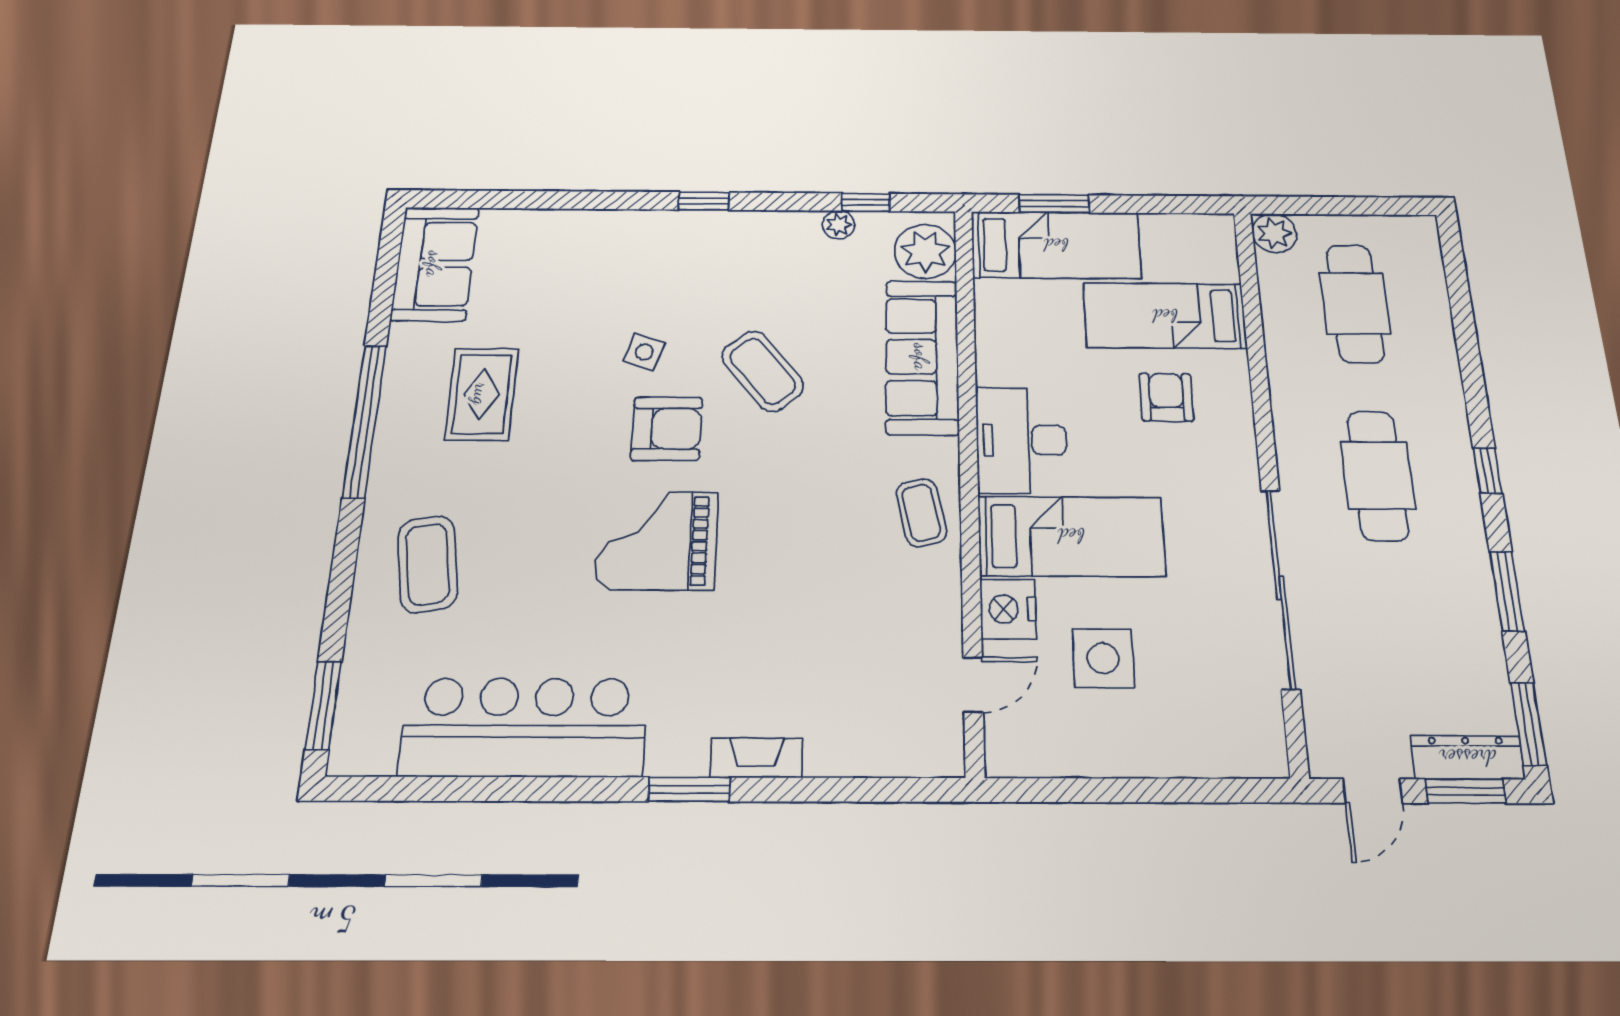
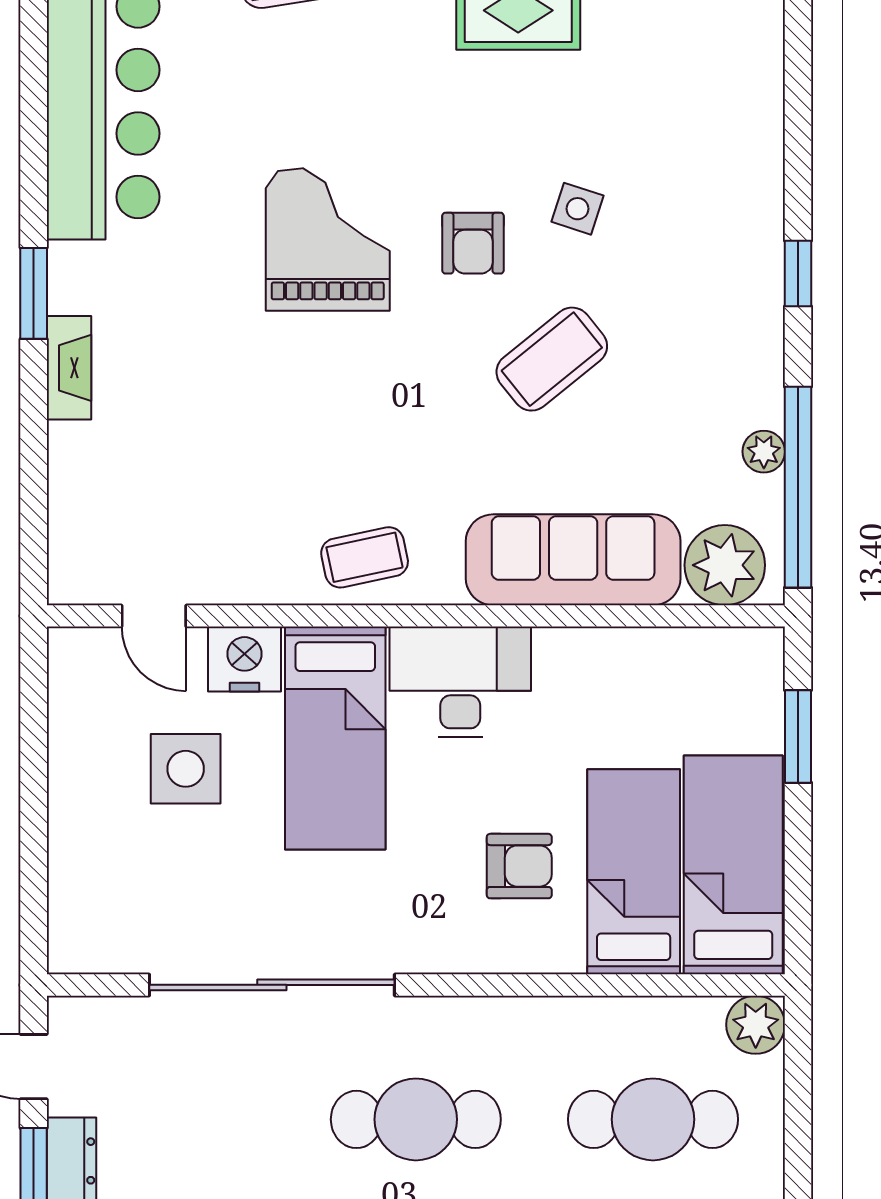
window: (866, 202) -> (798, 487), width x3.17
bed: (1056, 245) -> (733, 865), moved, turned 180
armchair: (667, 429) -> (473, 243), width x0.72, depth x0.72

